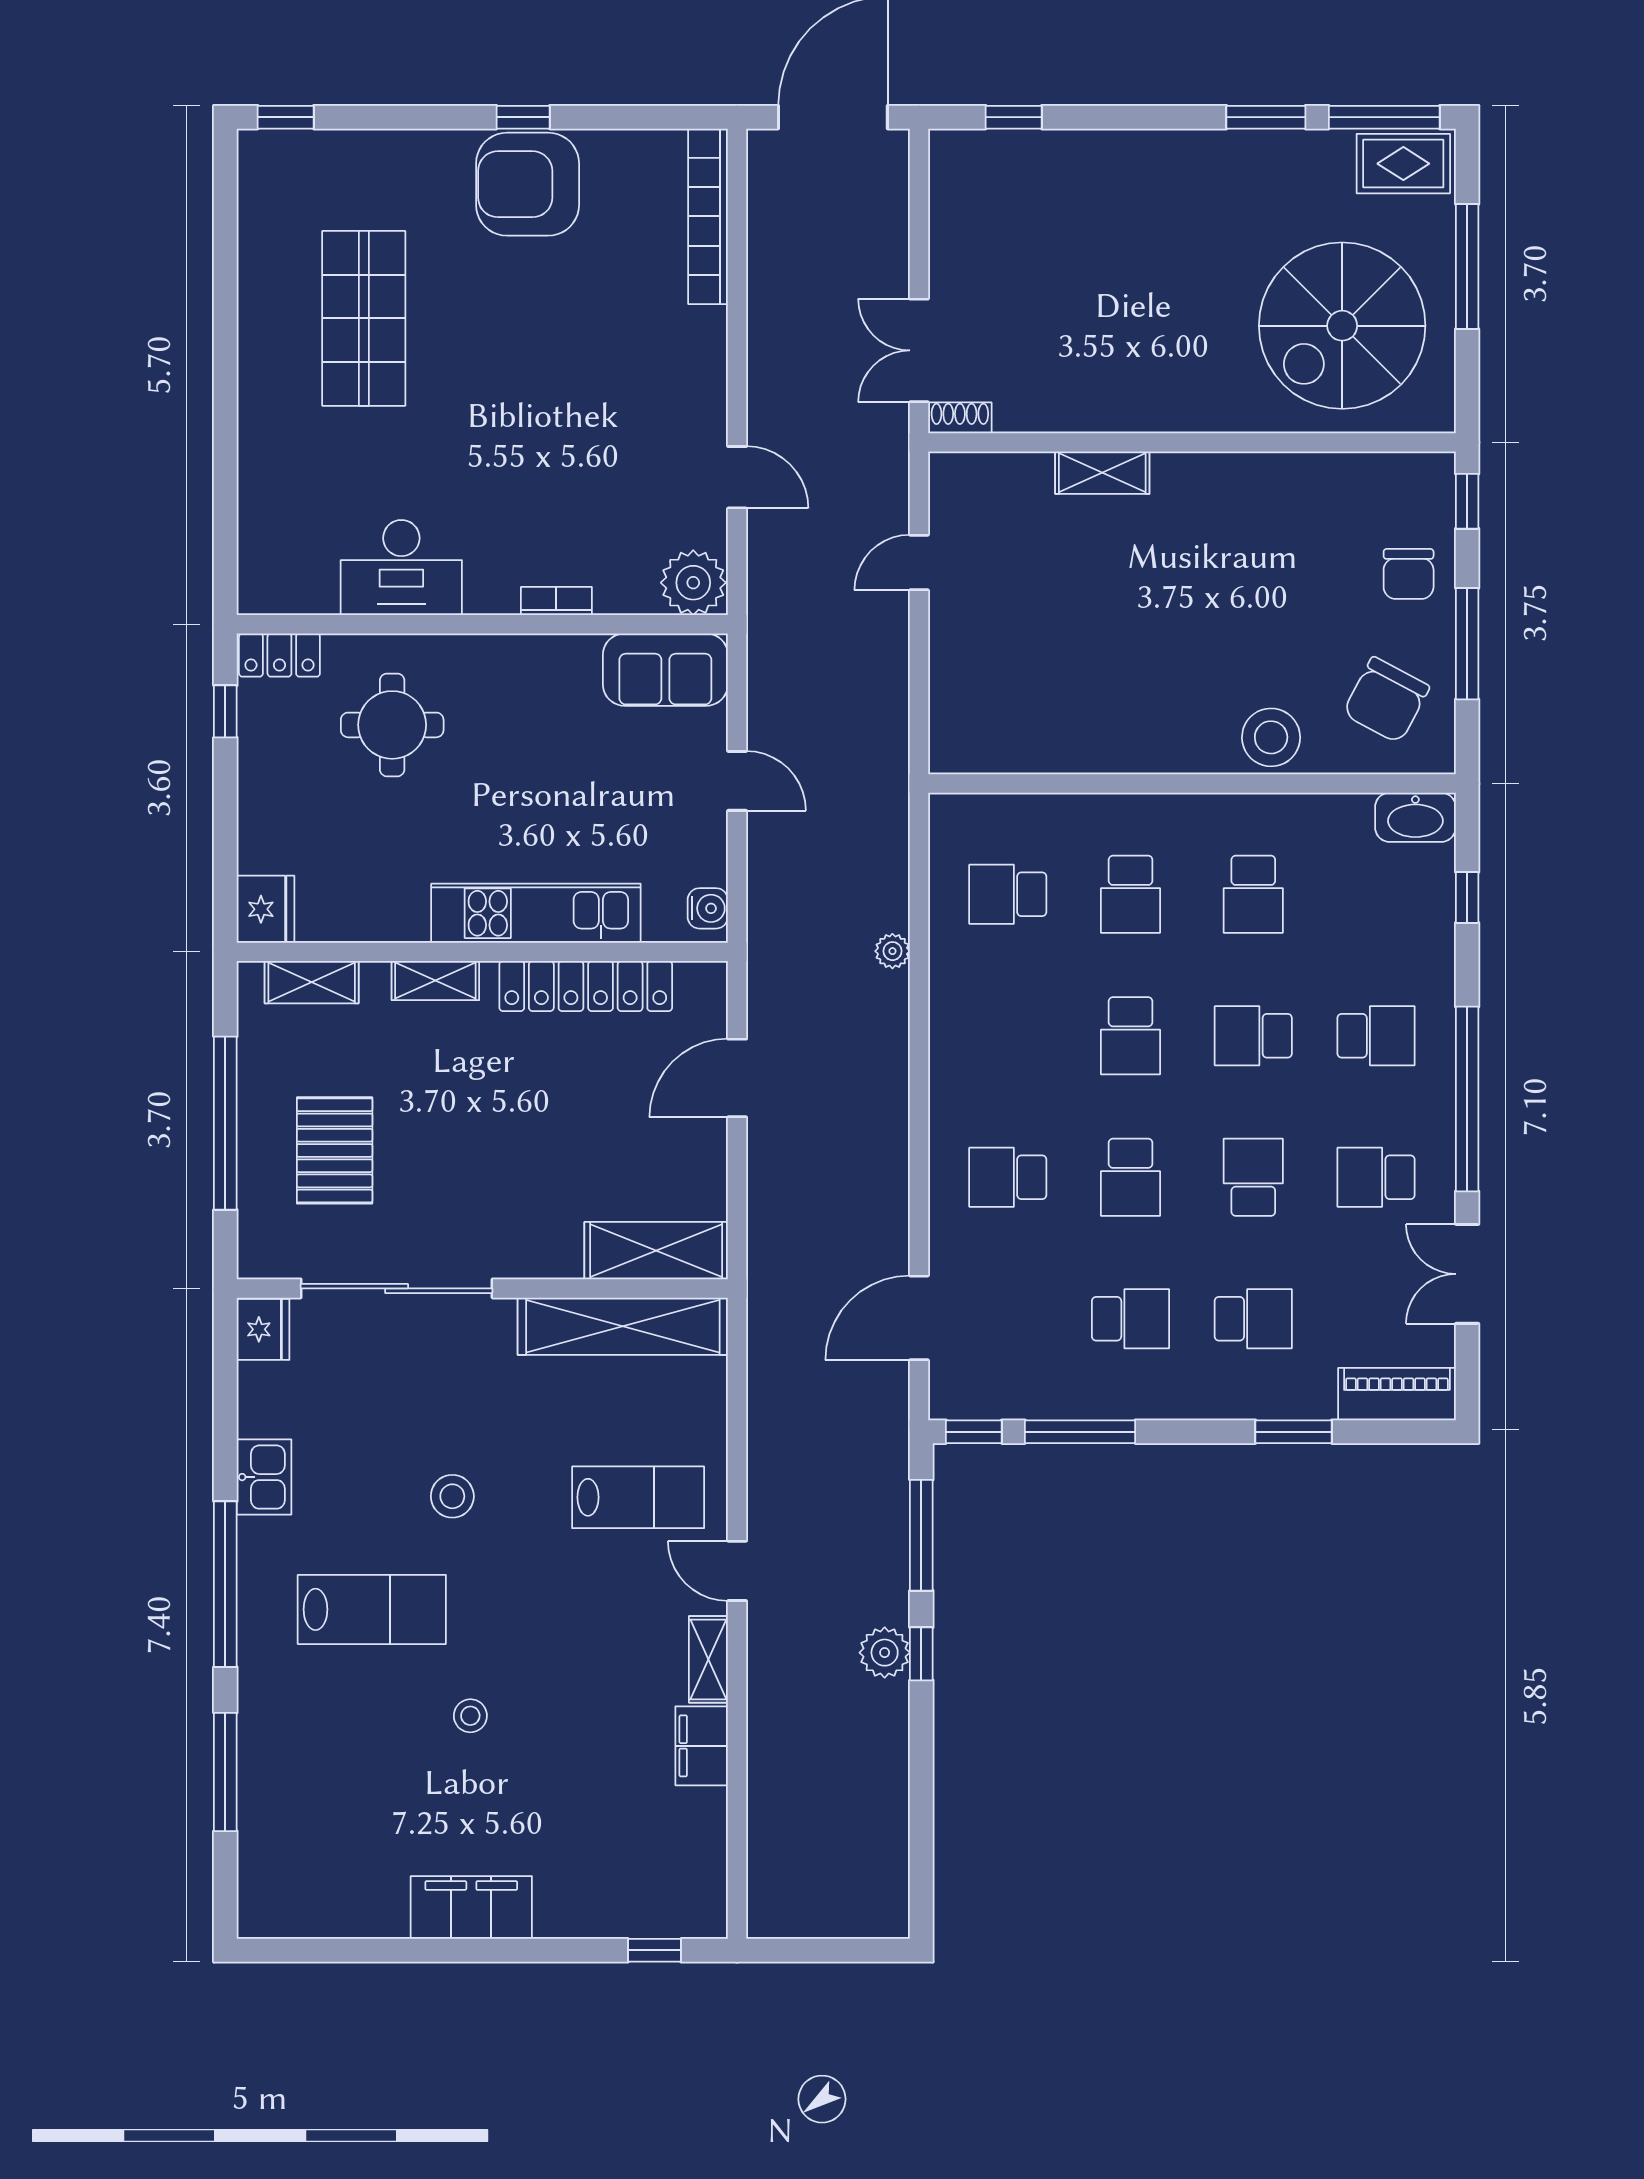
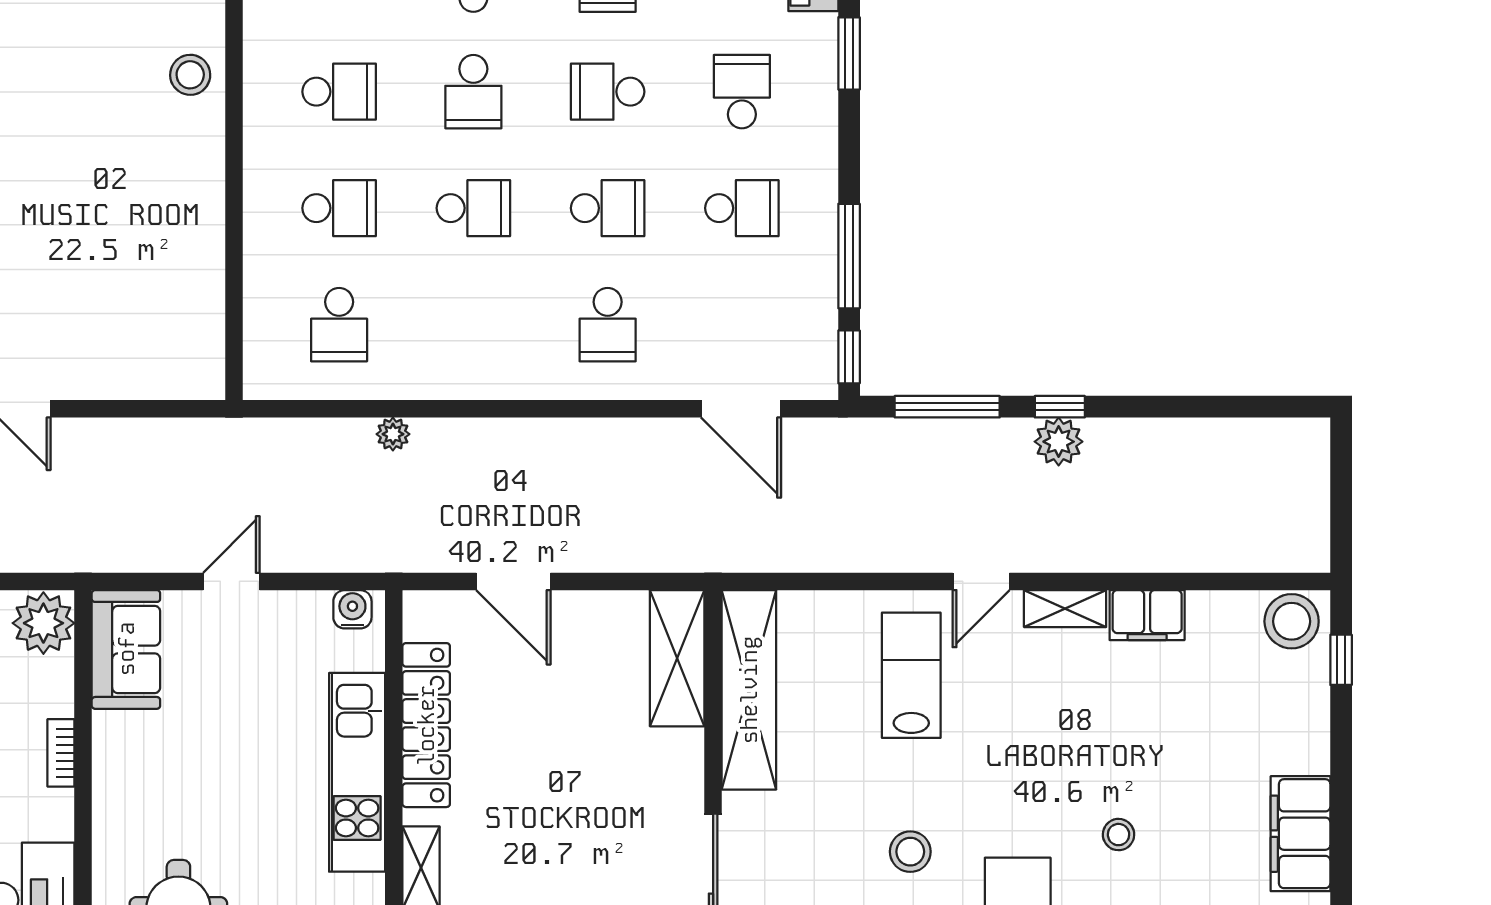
stool: (1271, 737) -> (190, 75), width x0.73, depth x0.73
school desk: (1131, 1319) -> (742, 208), turned 90
stool: (695, 1898) -> (1292, 621), added

